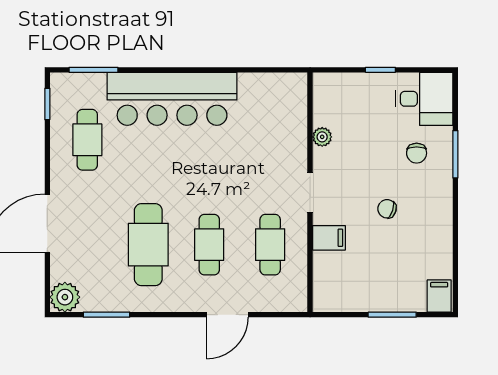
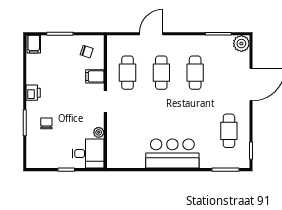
bar counter: (172, 99) -> (172, 154), width x0.73
desk: (424, 99) -> (88, 154), moved, turned 180
printer: (440, 208) -> (33, 93), added
chair: (387, 209) -> (87, 52), moved
cafe table: (148, 245) -> (195, 73), width x0.73, depth x0.74

